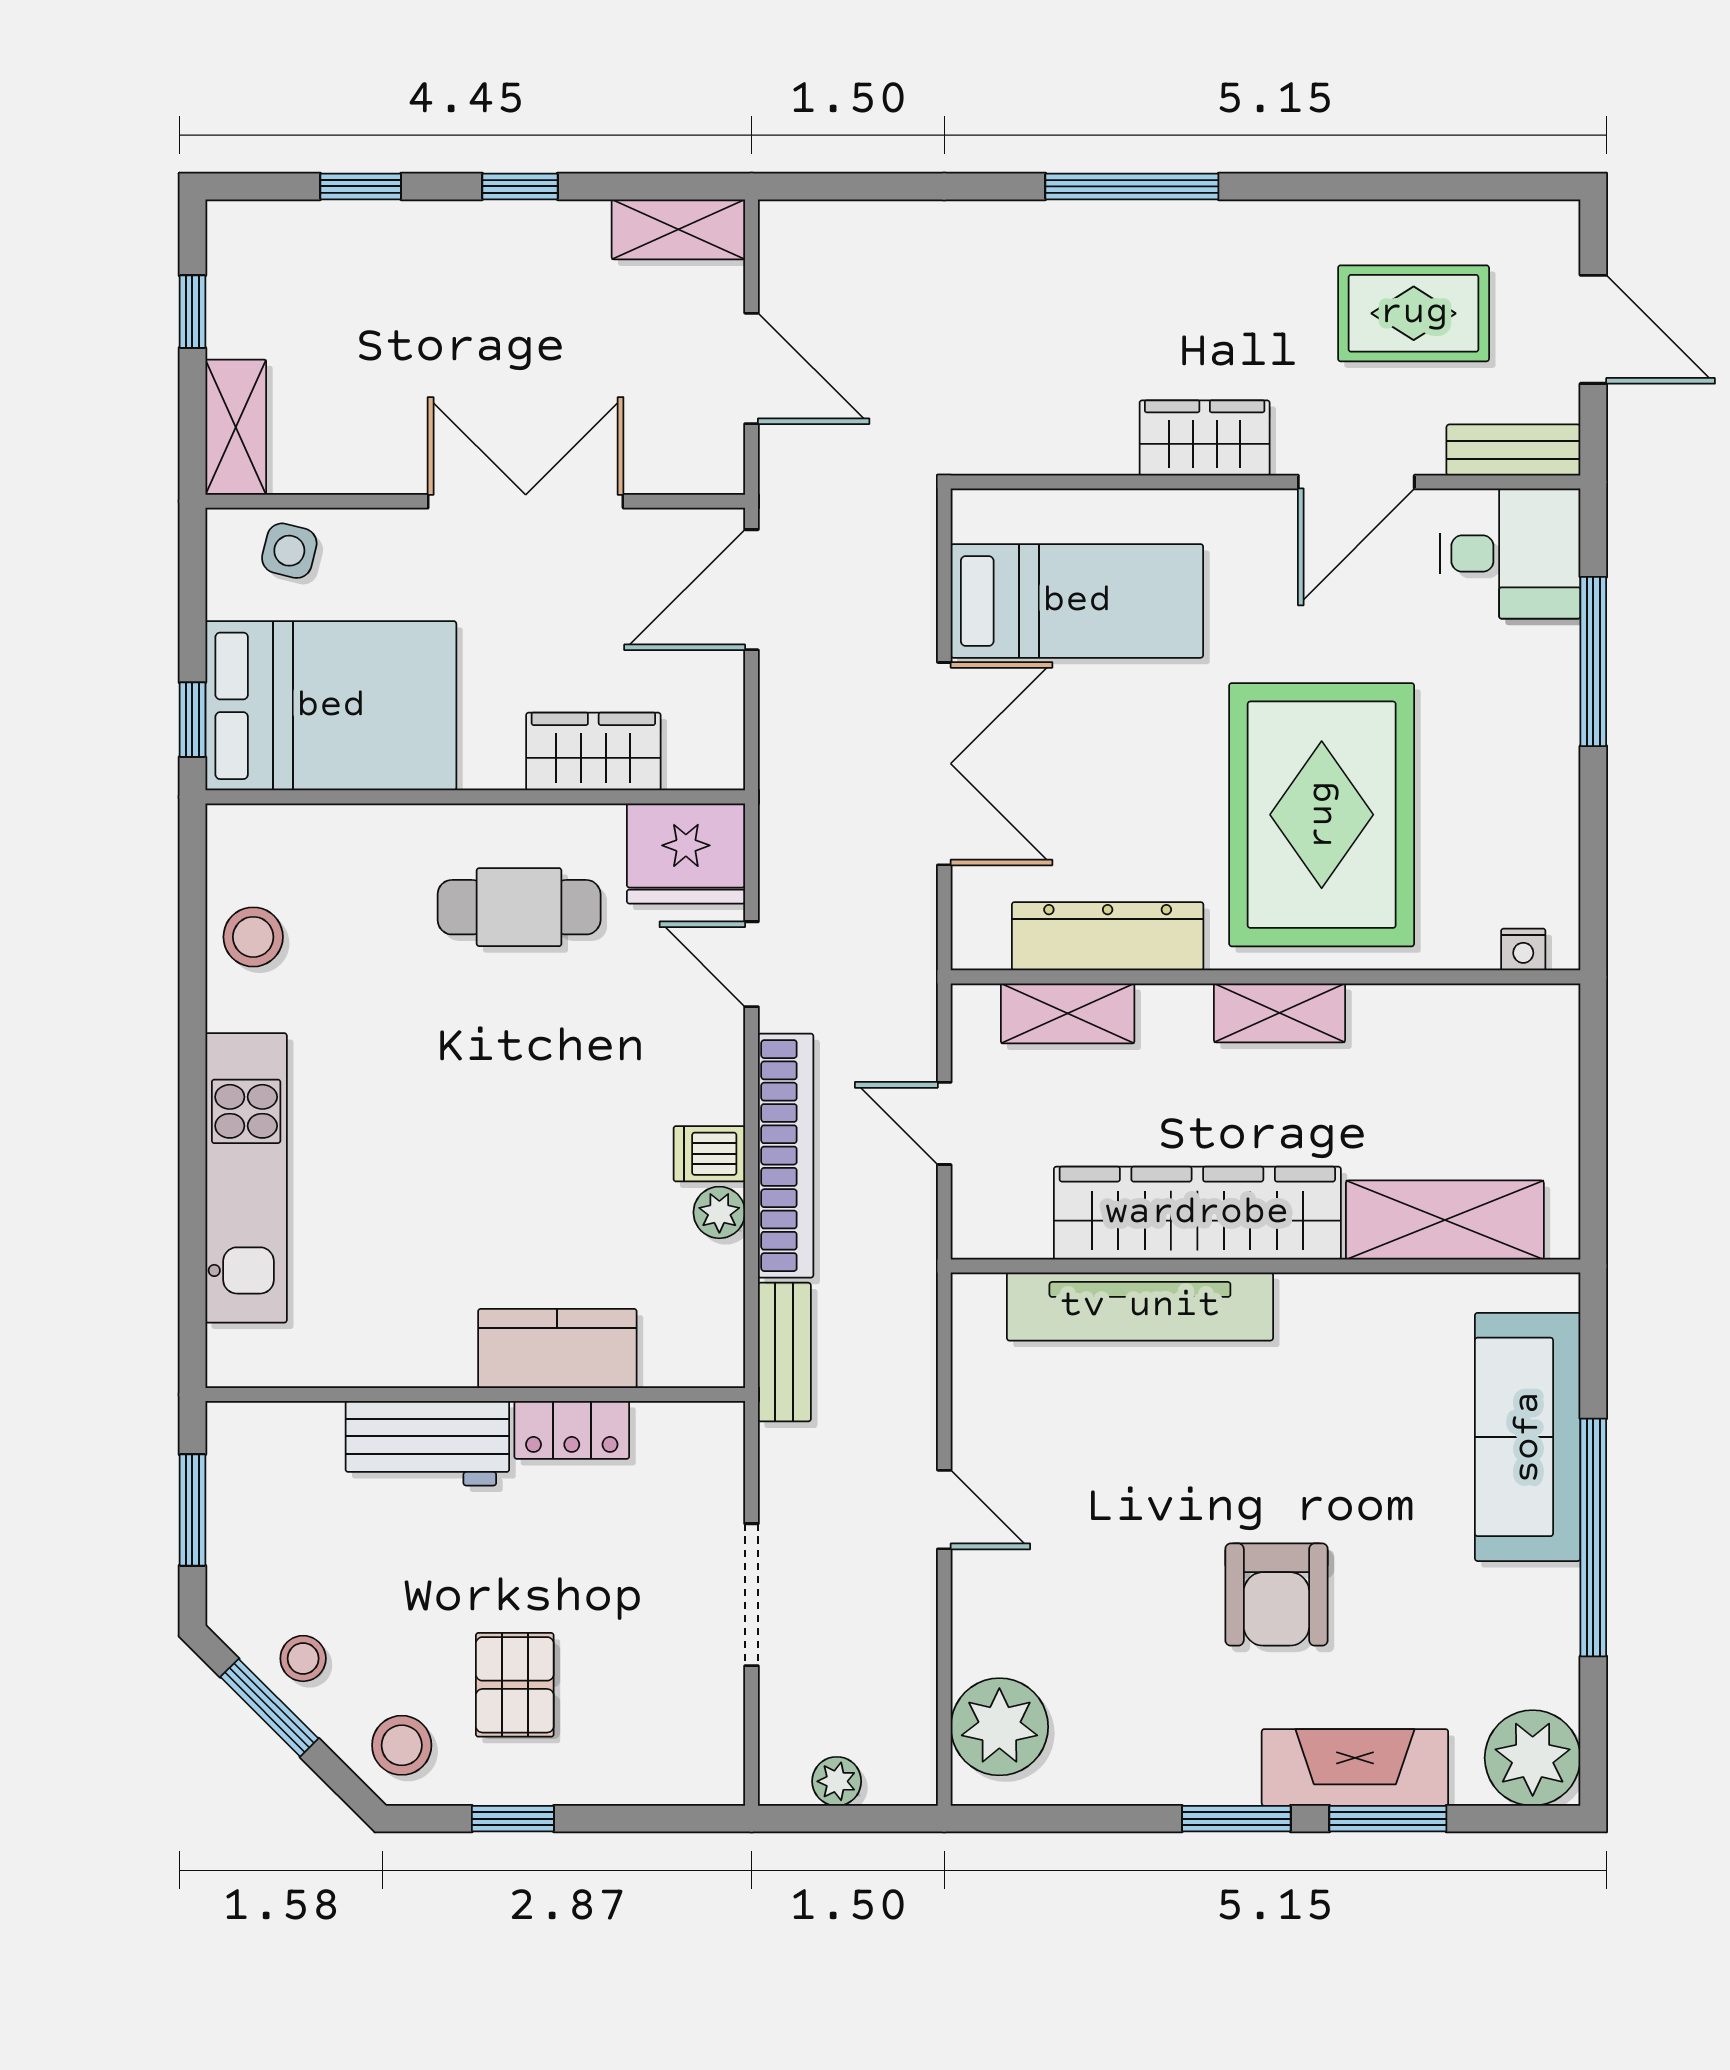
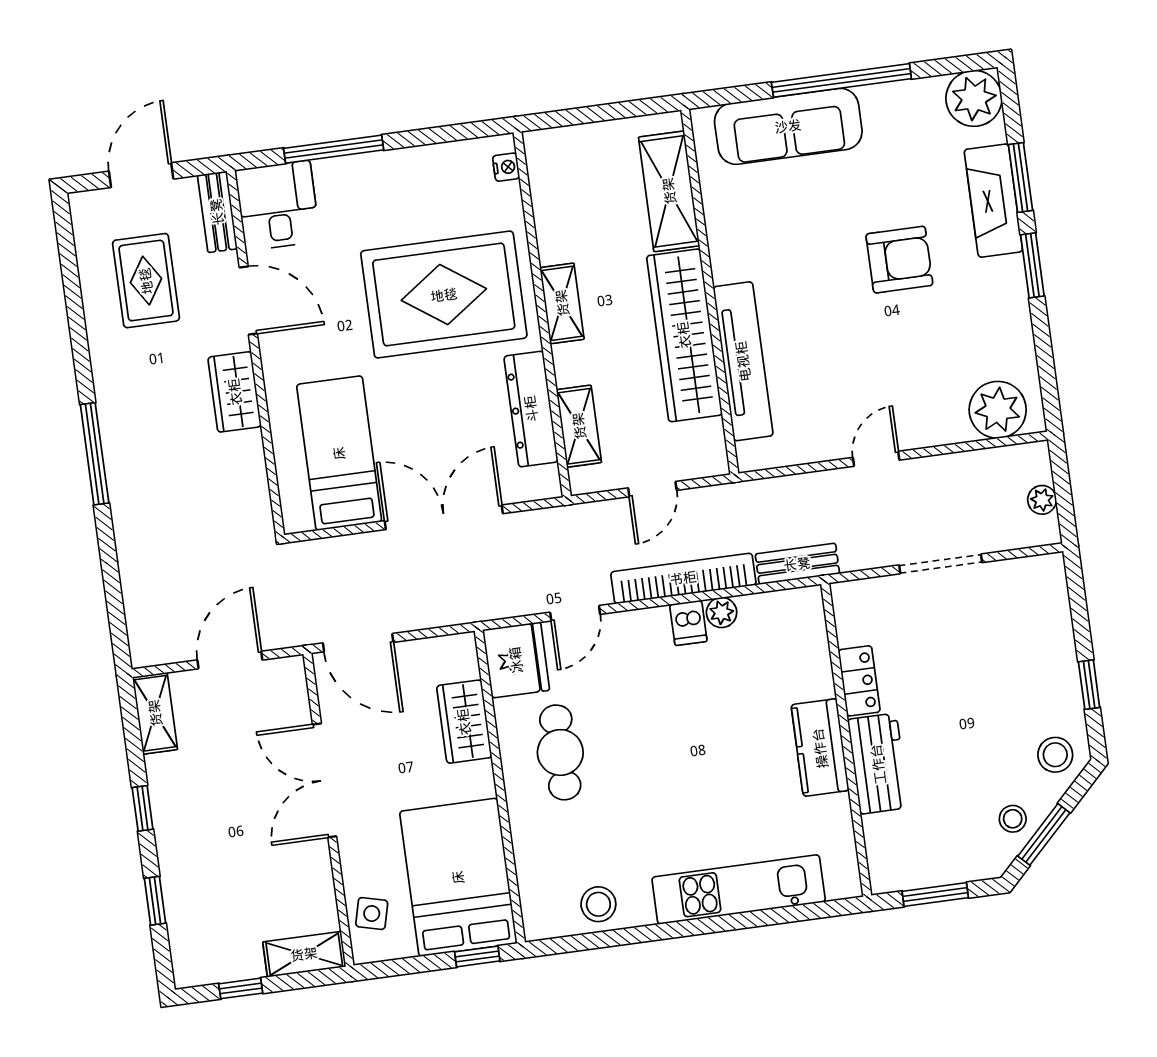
kitchen counter: (557, 1348) -> (820, 748), moved
pallet: (515, 1685) -> (1011, 694), removed

